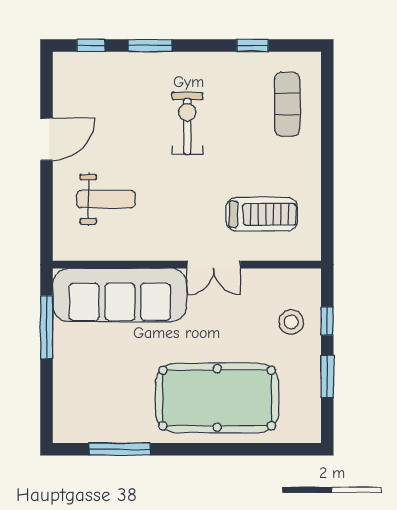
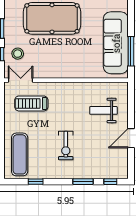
exercise mat: (287, 104) -> (20, 154), width x1.36, depth x1.45
double door: (214, 265) -> (21, 80), moved
sofa: (120, 295) -> (116, 43), moved, turned -90

